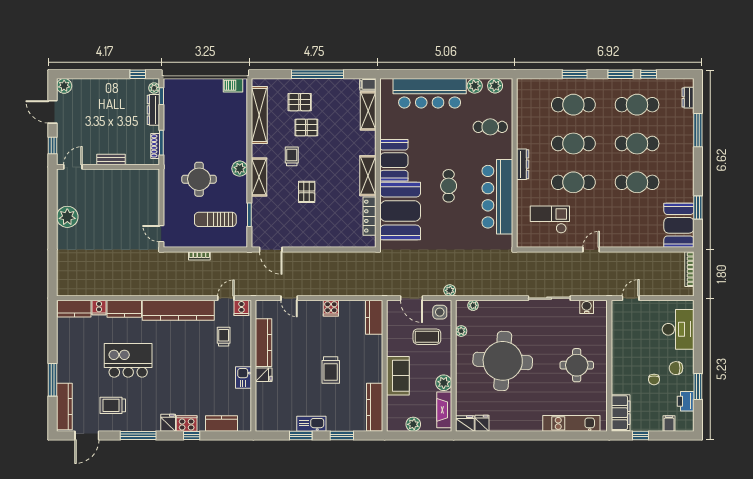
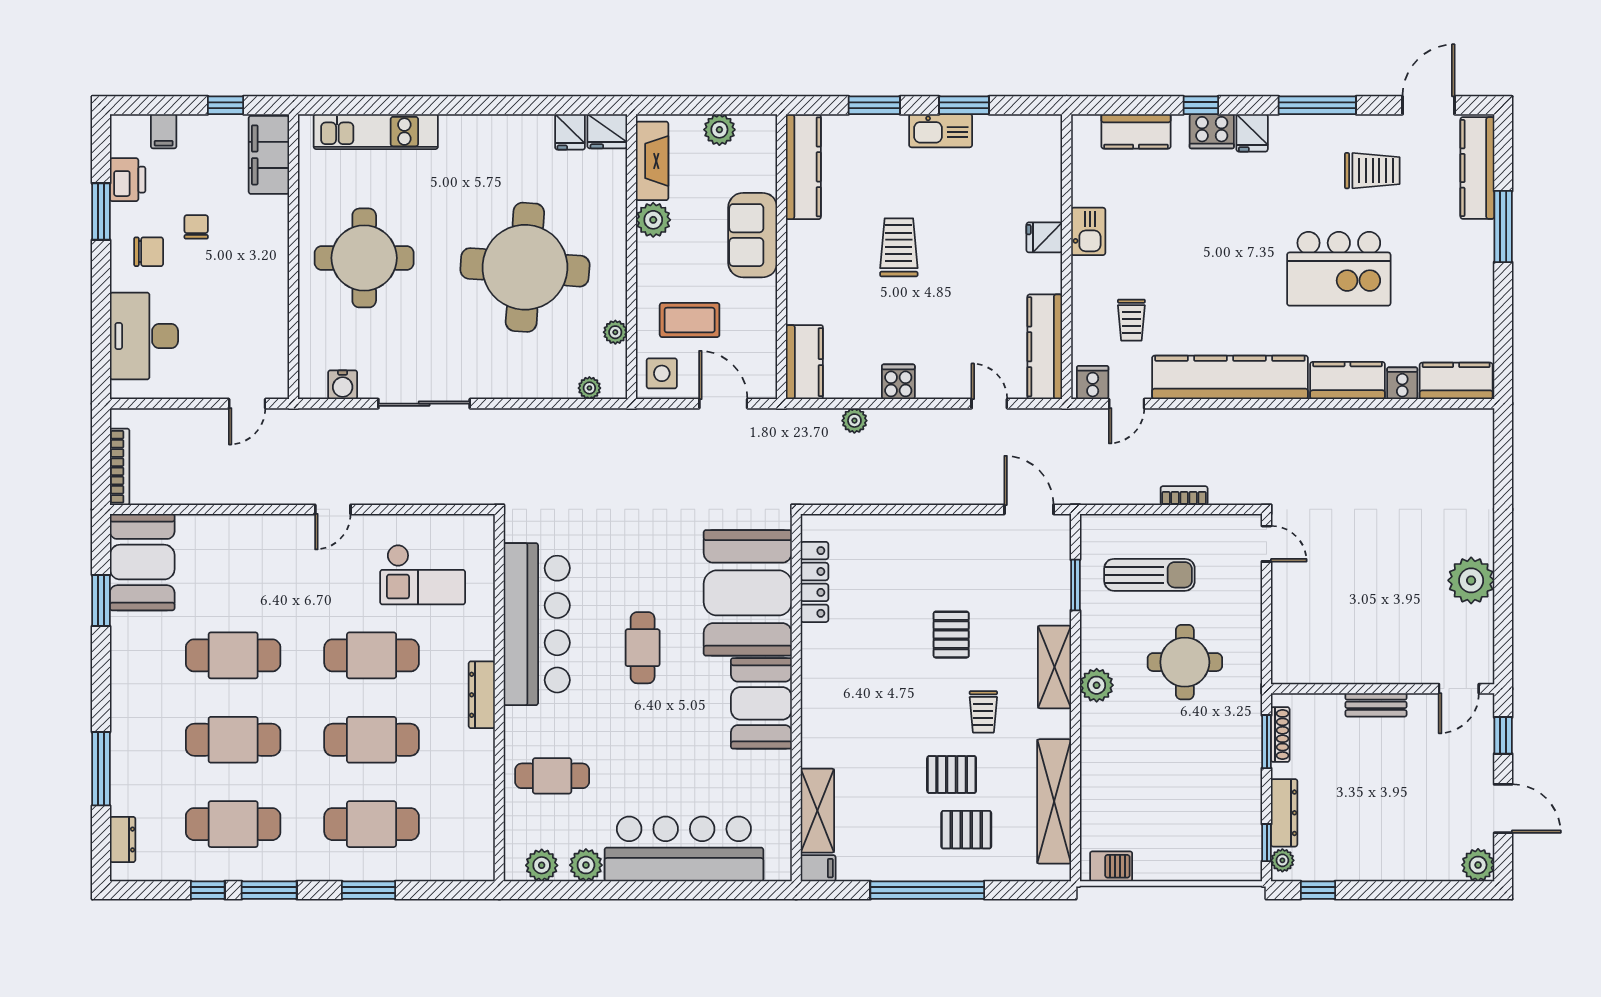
shelving: (368, 176) -> (818, 670), removed
plant: (450, 290) -> (854, 421), moved
kitchen counter: (264, 343) -> (1045, 347), moved
round table: (577, 365) -> (364, 258), width x1.36, depth x1.36

